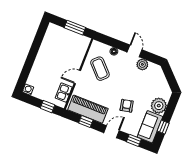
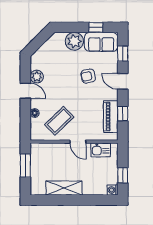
shelving: (45, 51) -> (64, 188), added
door: (135, 51) -> (25, 91), swing flipped
window: (48, 107) -> (123, 175), moved
piano: (88, 109) -> (111, 117), width x0.73, depth x0.75

